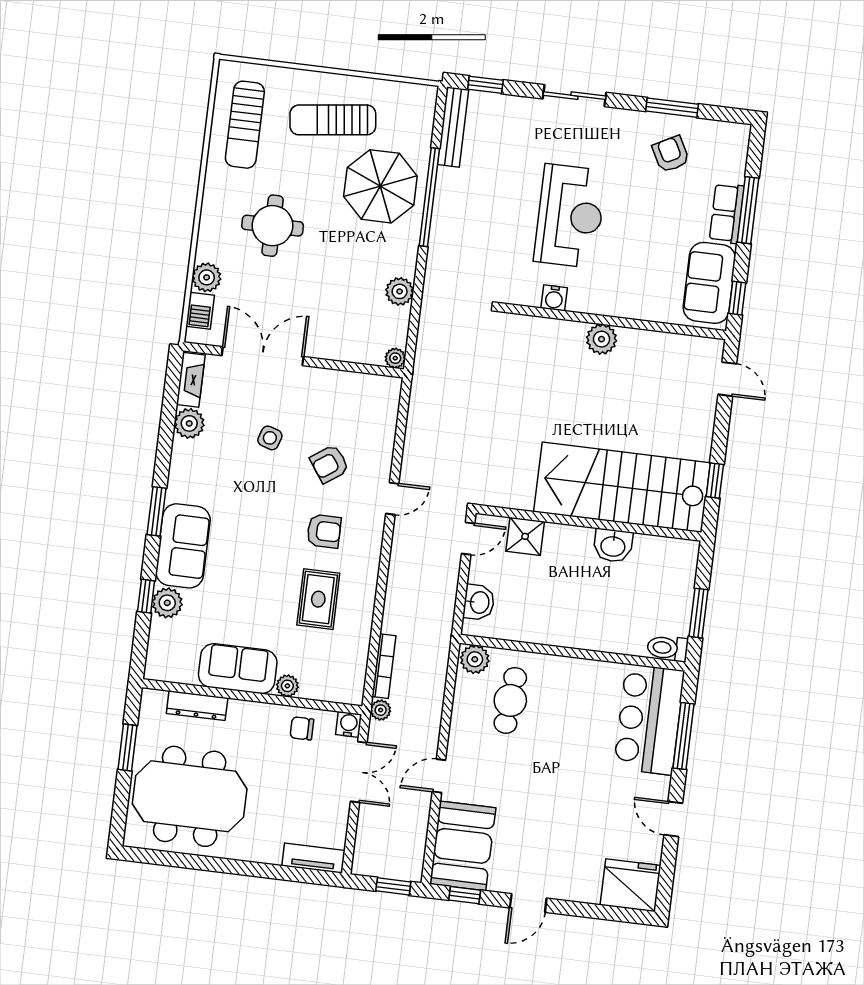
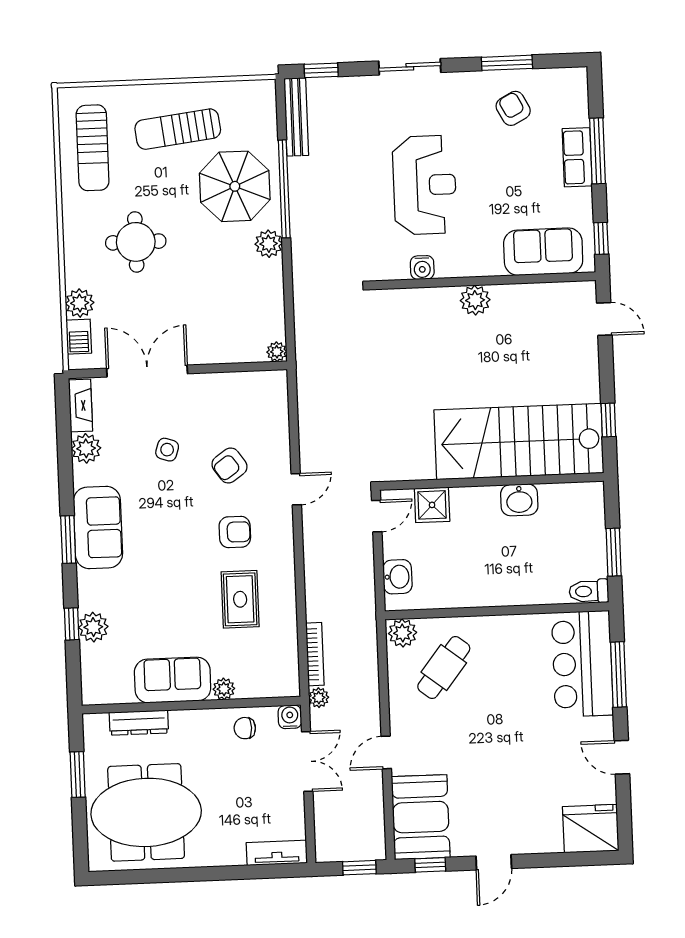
sofa: (709, 283) -> (543, 252), moved, turned 90
plant: (400, 291) -> (269, 244), moved
sofa: (183, 546) -> (98, 528), moved
cafe table: (510, 700) -> (444, 668), turned 33

